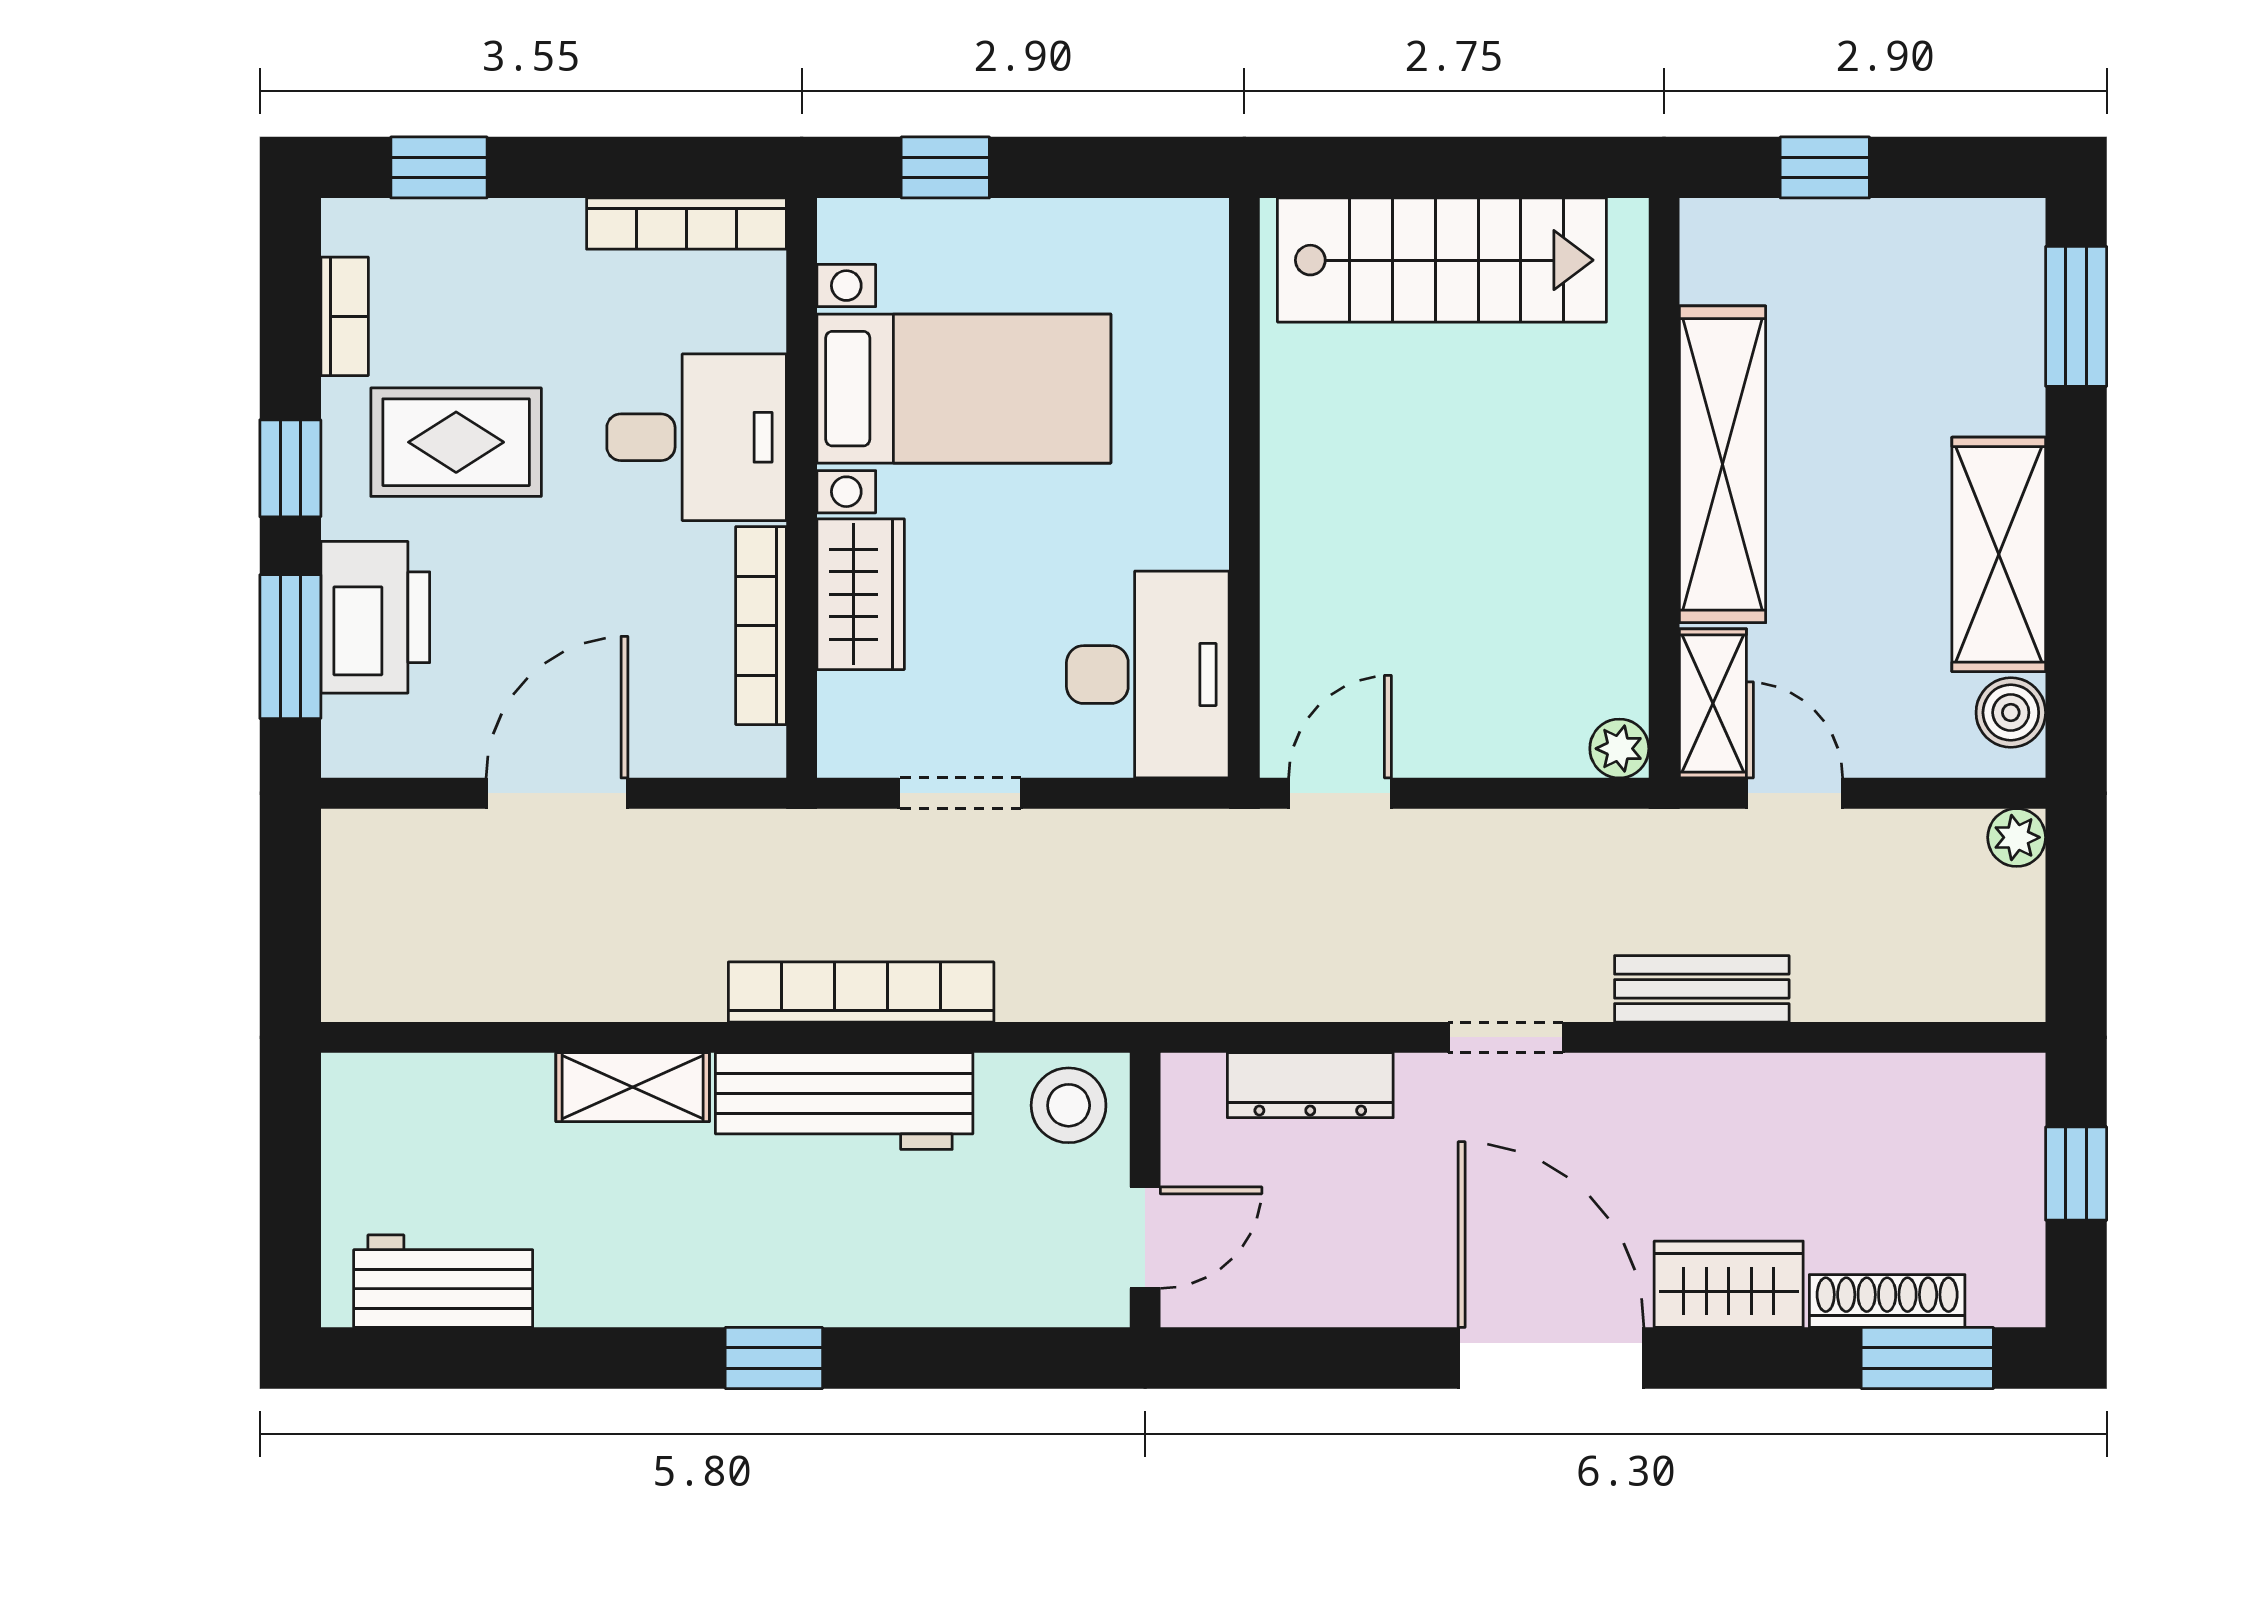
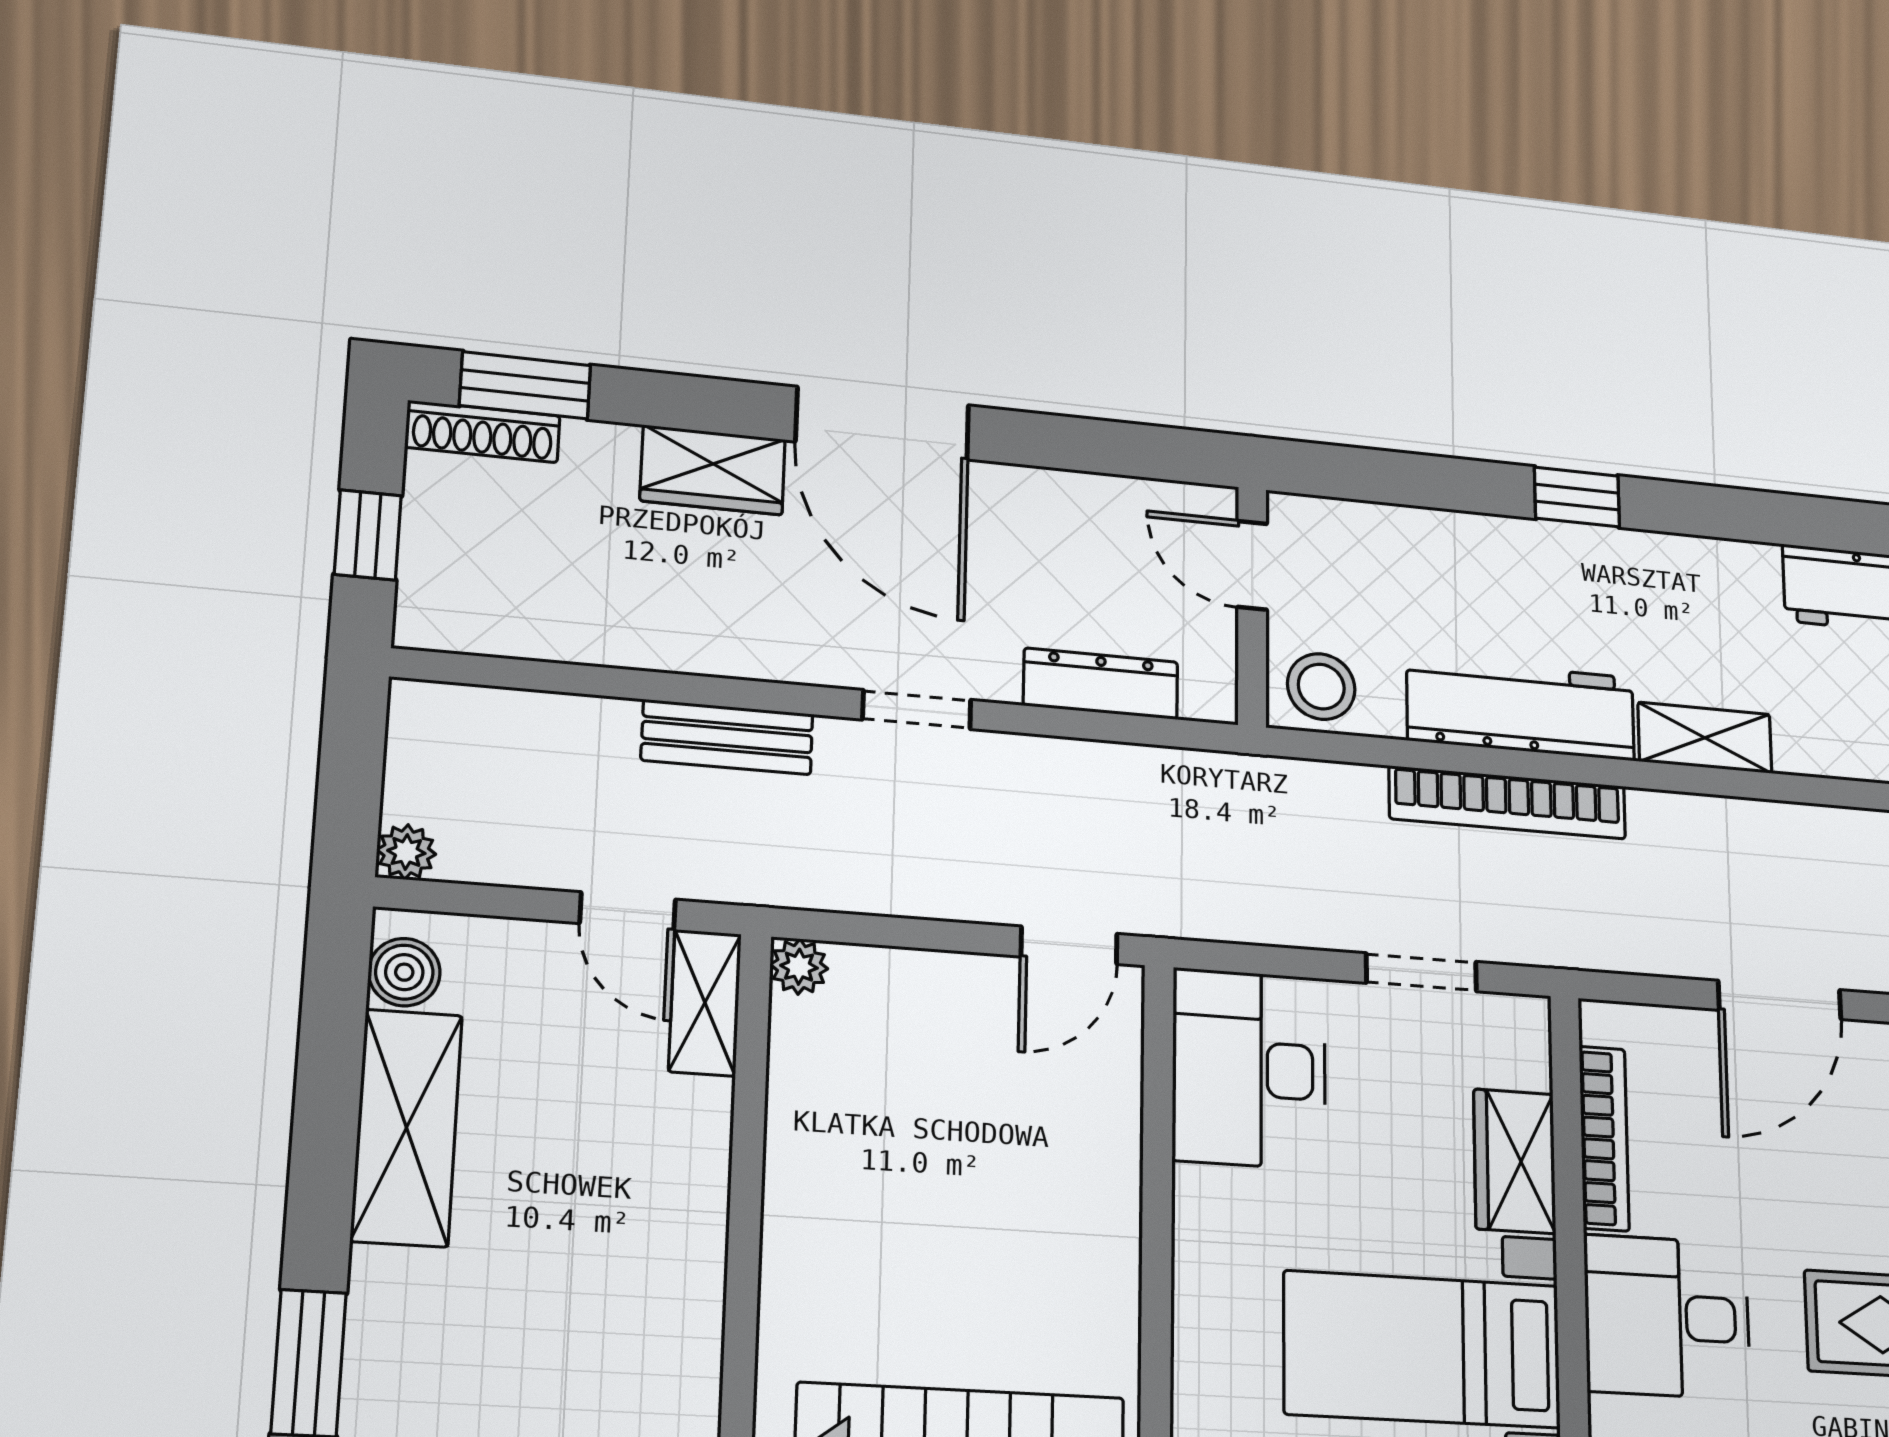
shelving: (1722, 464) -> (685, 1234), removed
door: (1145, 1238) -> (1252, 565), hinge flipped
shoe rack: (1887, 1301) -> (483, 431), moved

